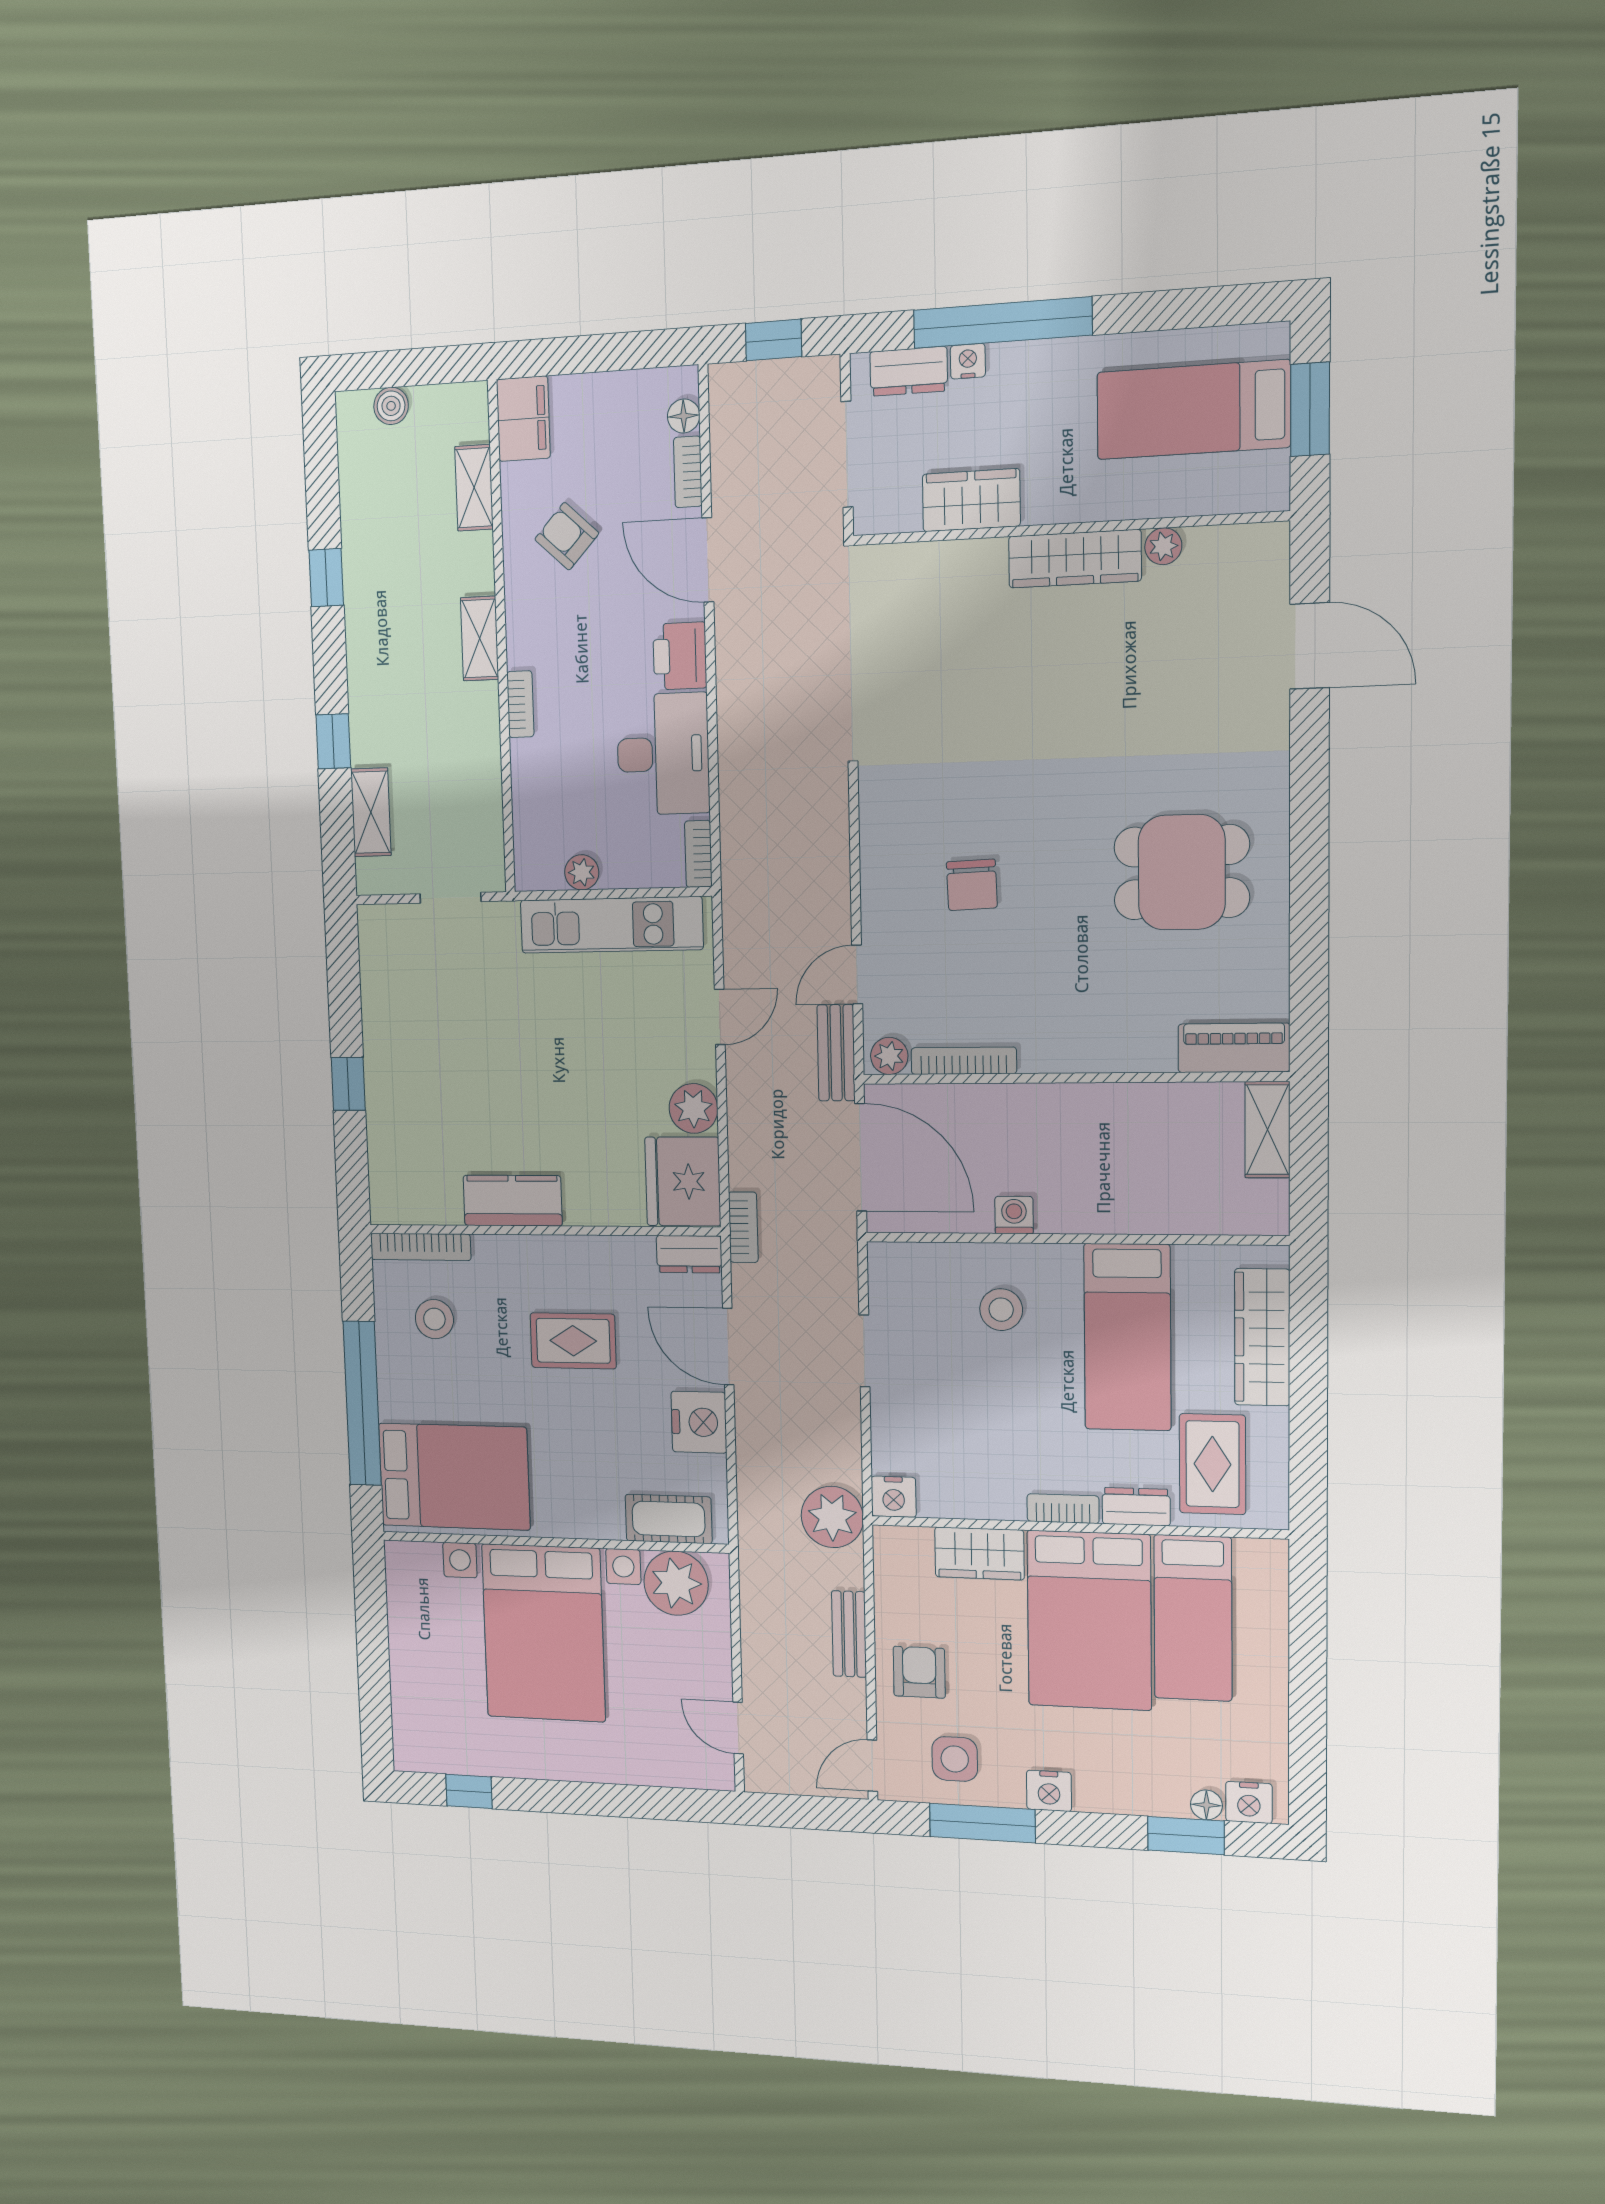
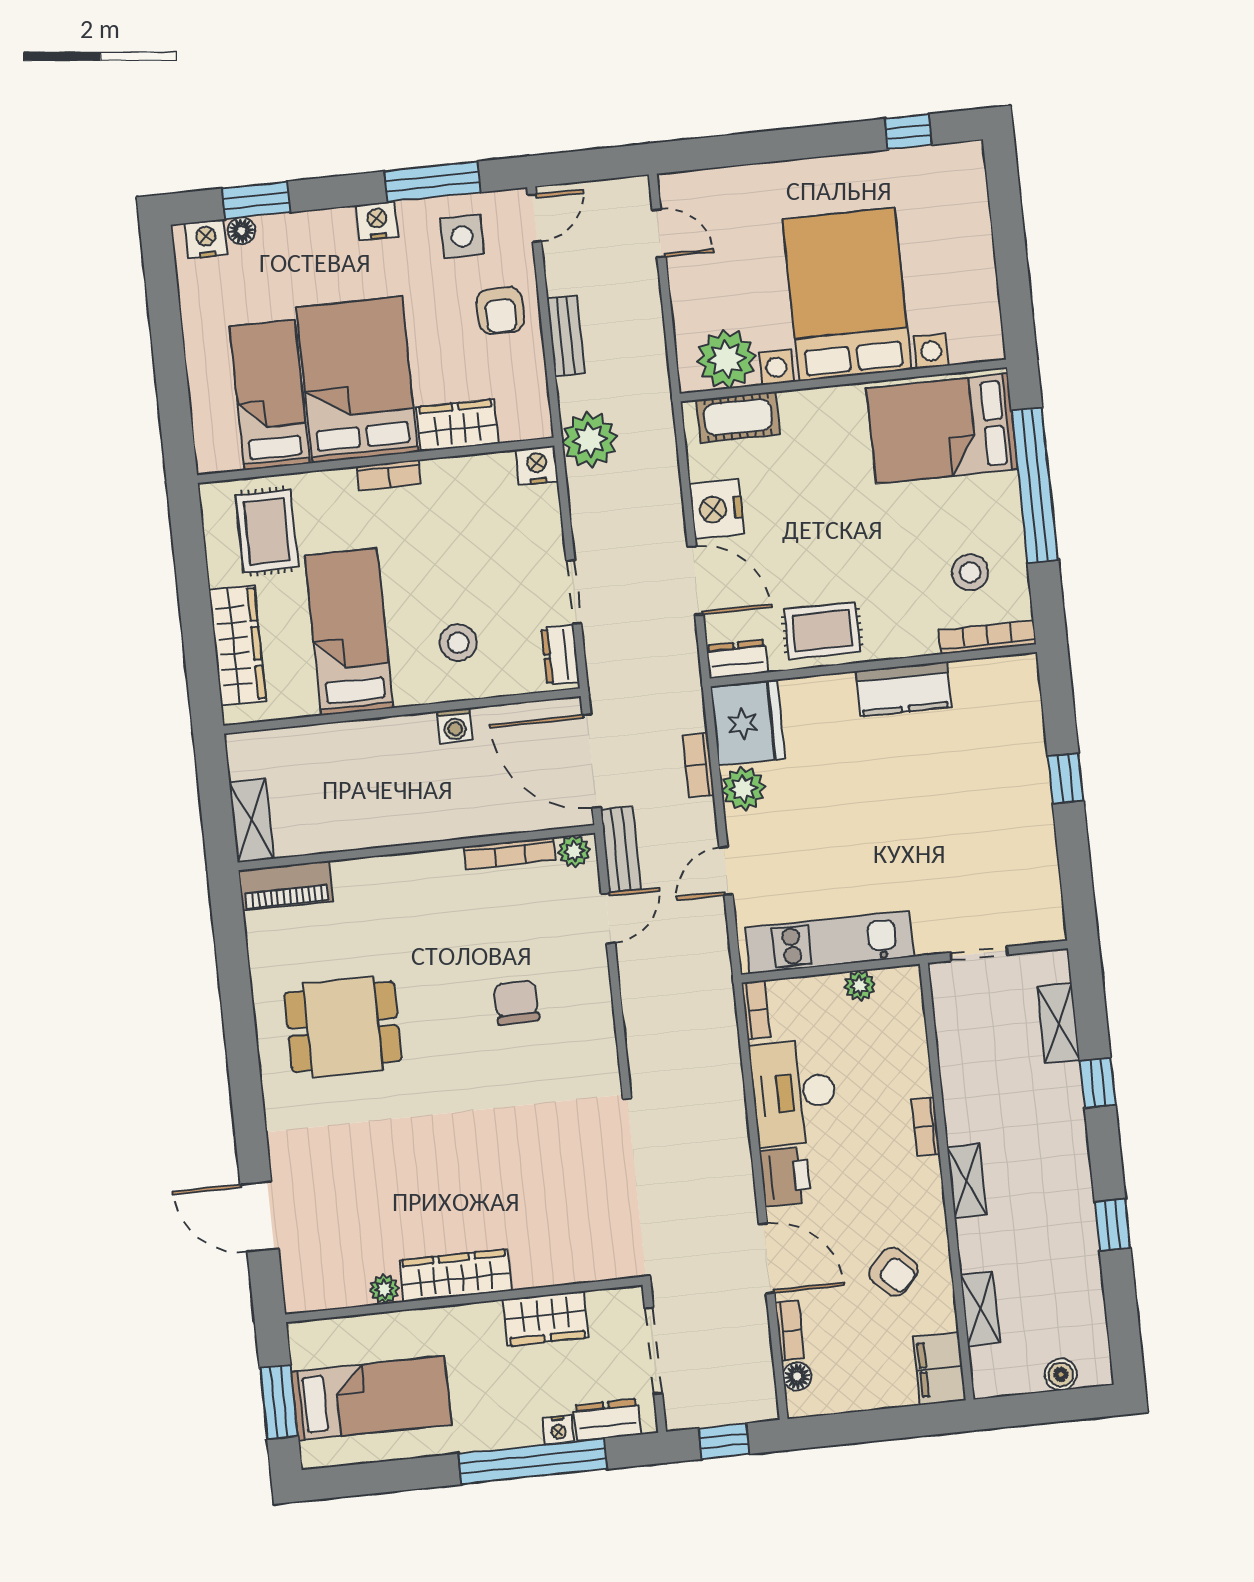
bookcase: (743, 1227) -> (698, 765), moved
rug: (573, 1341) -> (822, 630), moved
dresser: (1136, 1507) -> (560, 655), moved, turned 90

